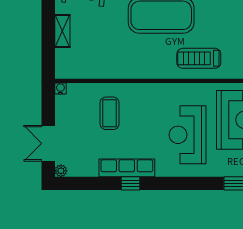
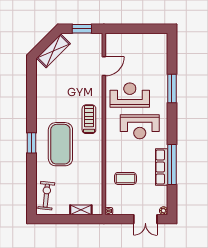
shelving: (62, 31) -> (81, 210), moved
treadmill: (199, 58) -> (89, 119), turned 180
window: (130, 183) -> (172, 165), width x3.17

